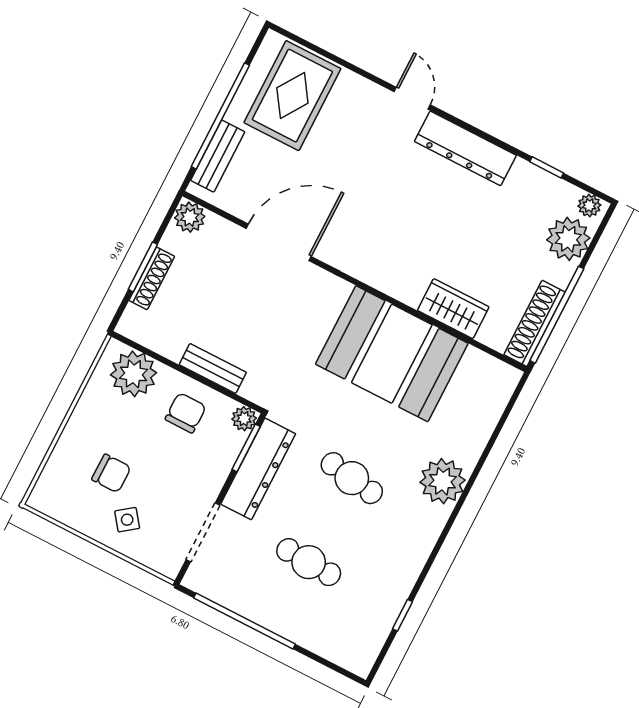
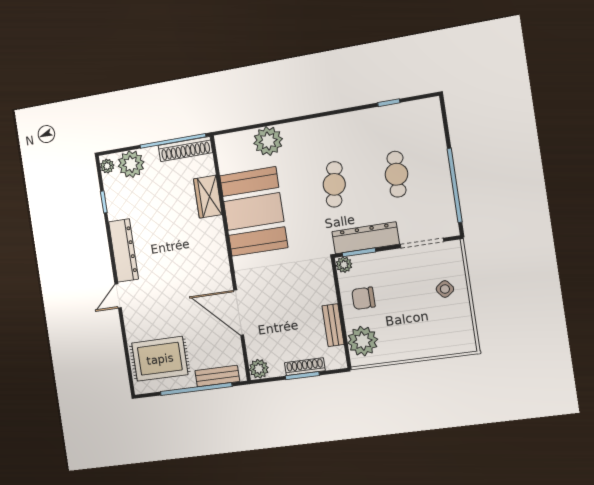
bench: (213, 368) -> (333, 325), moved
chair: (111, 473) -> (426, 315), removed
plant: (443, 481) -> (268, 141), moved

